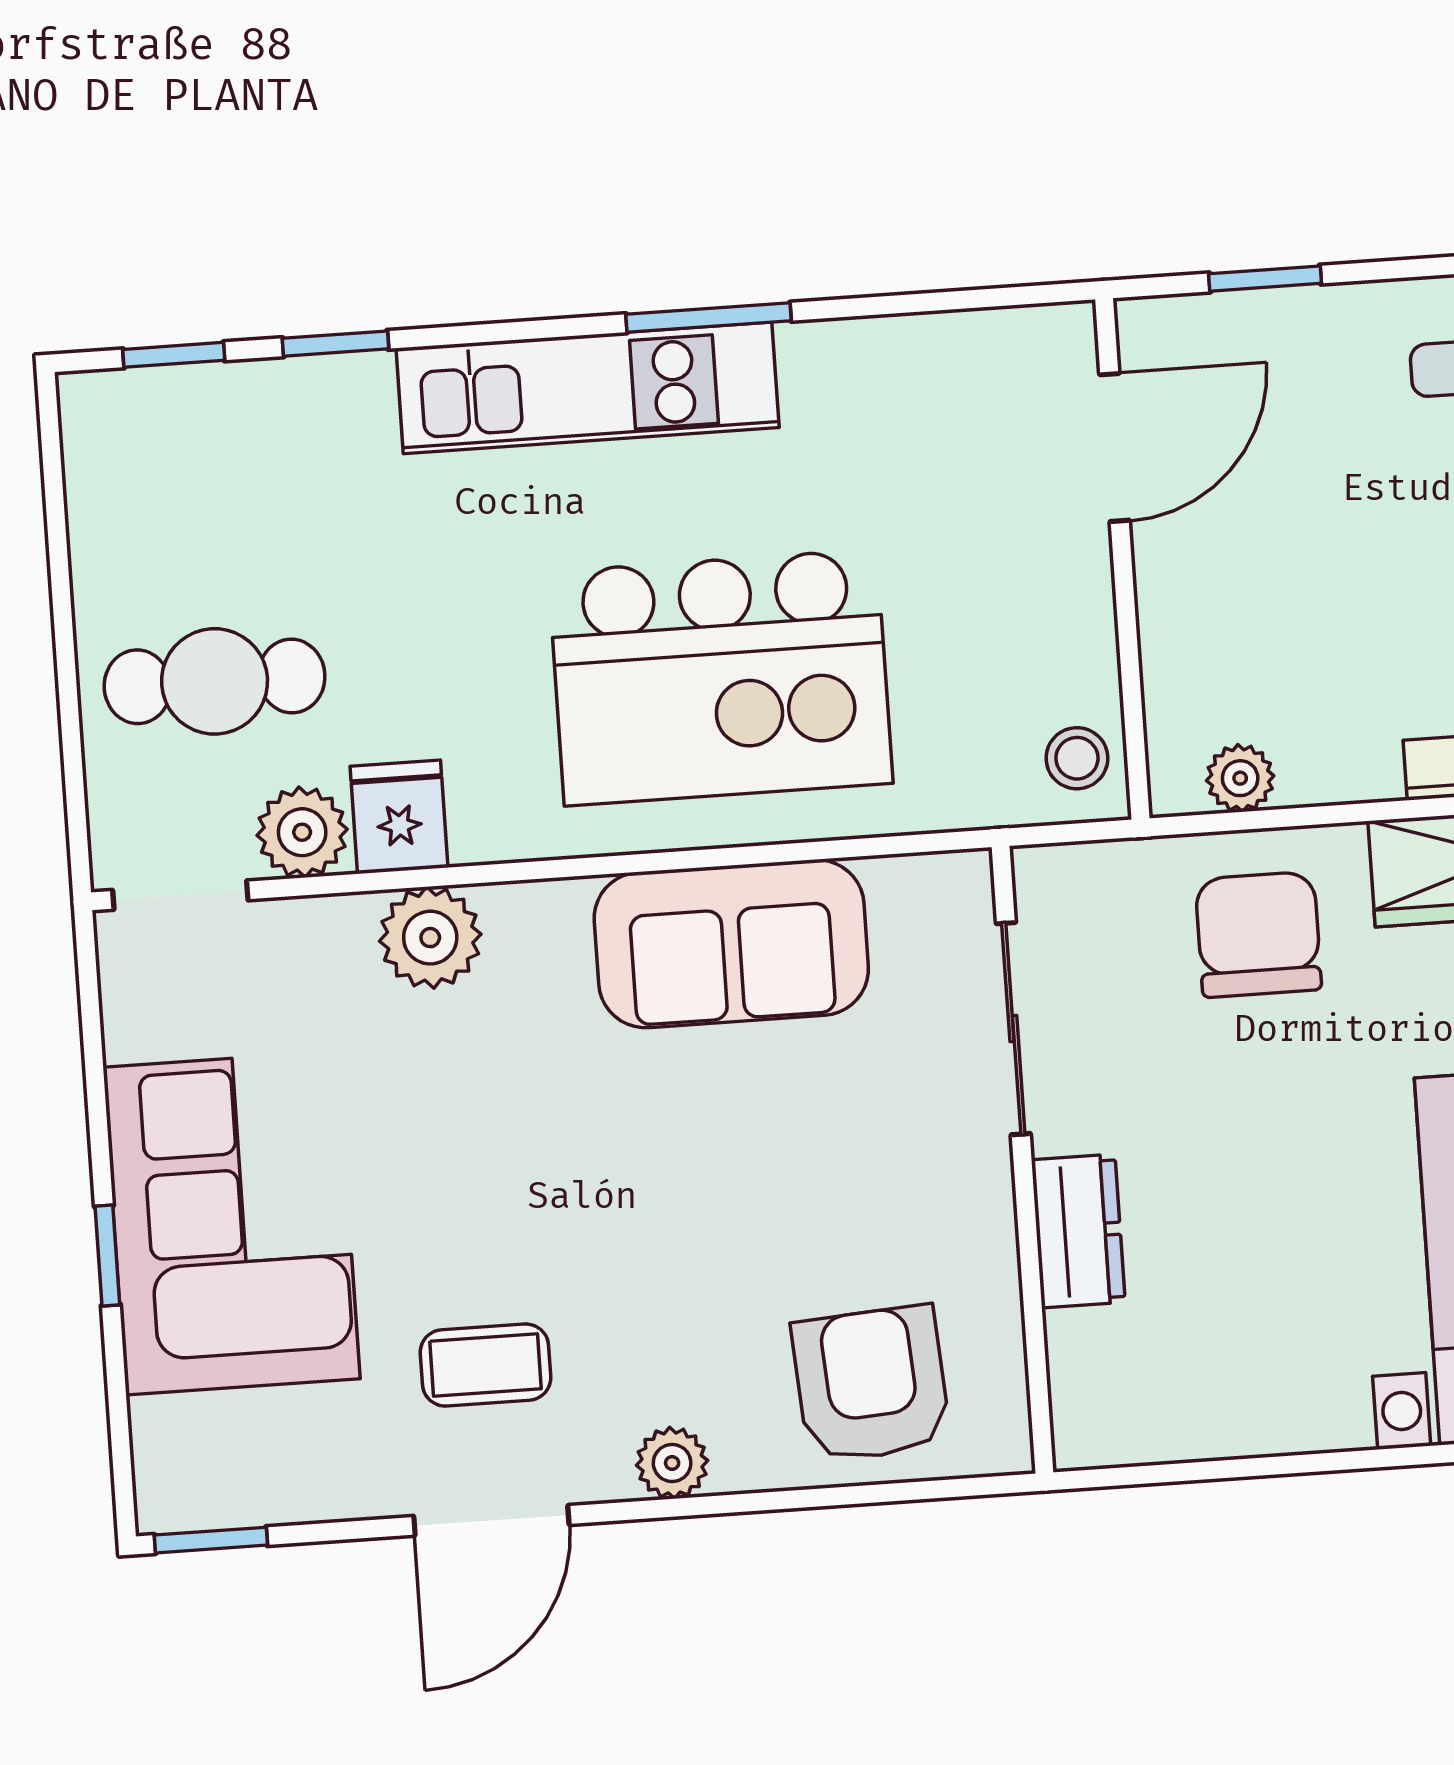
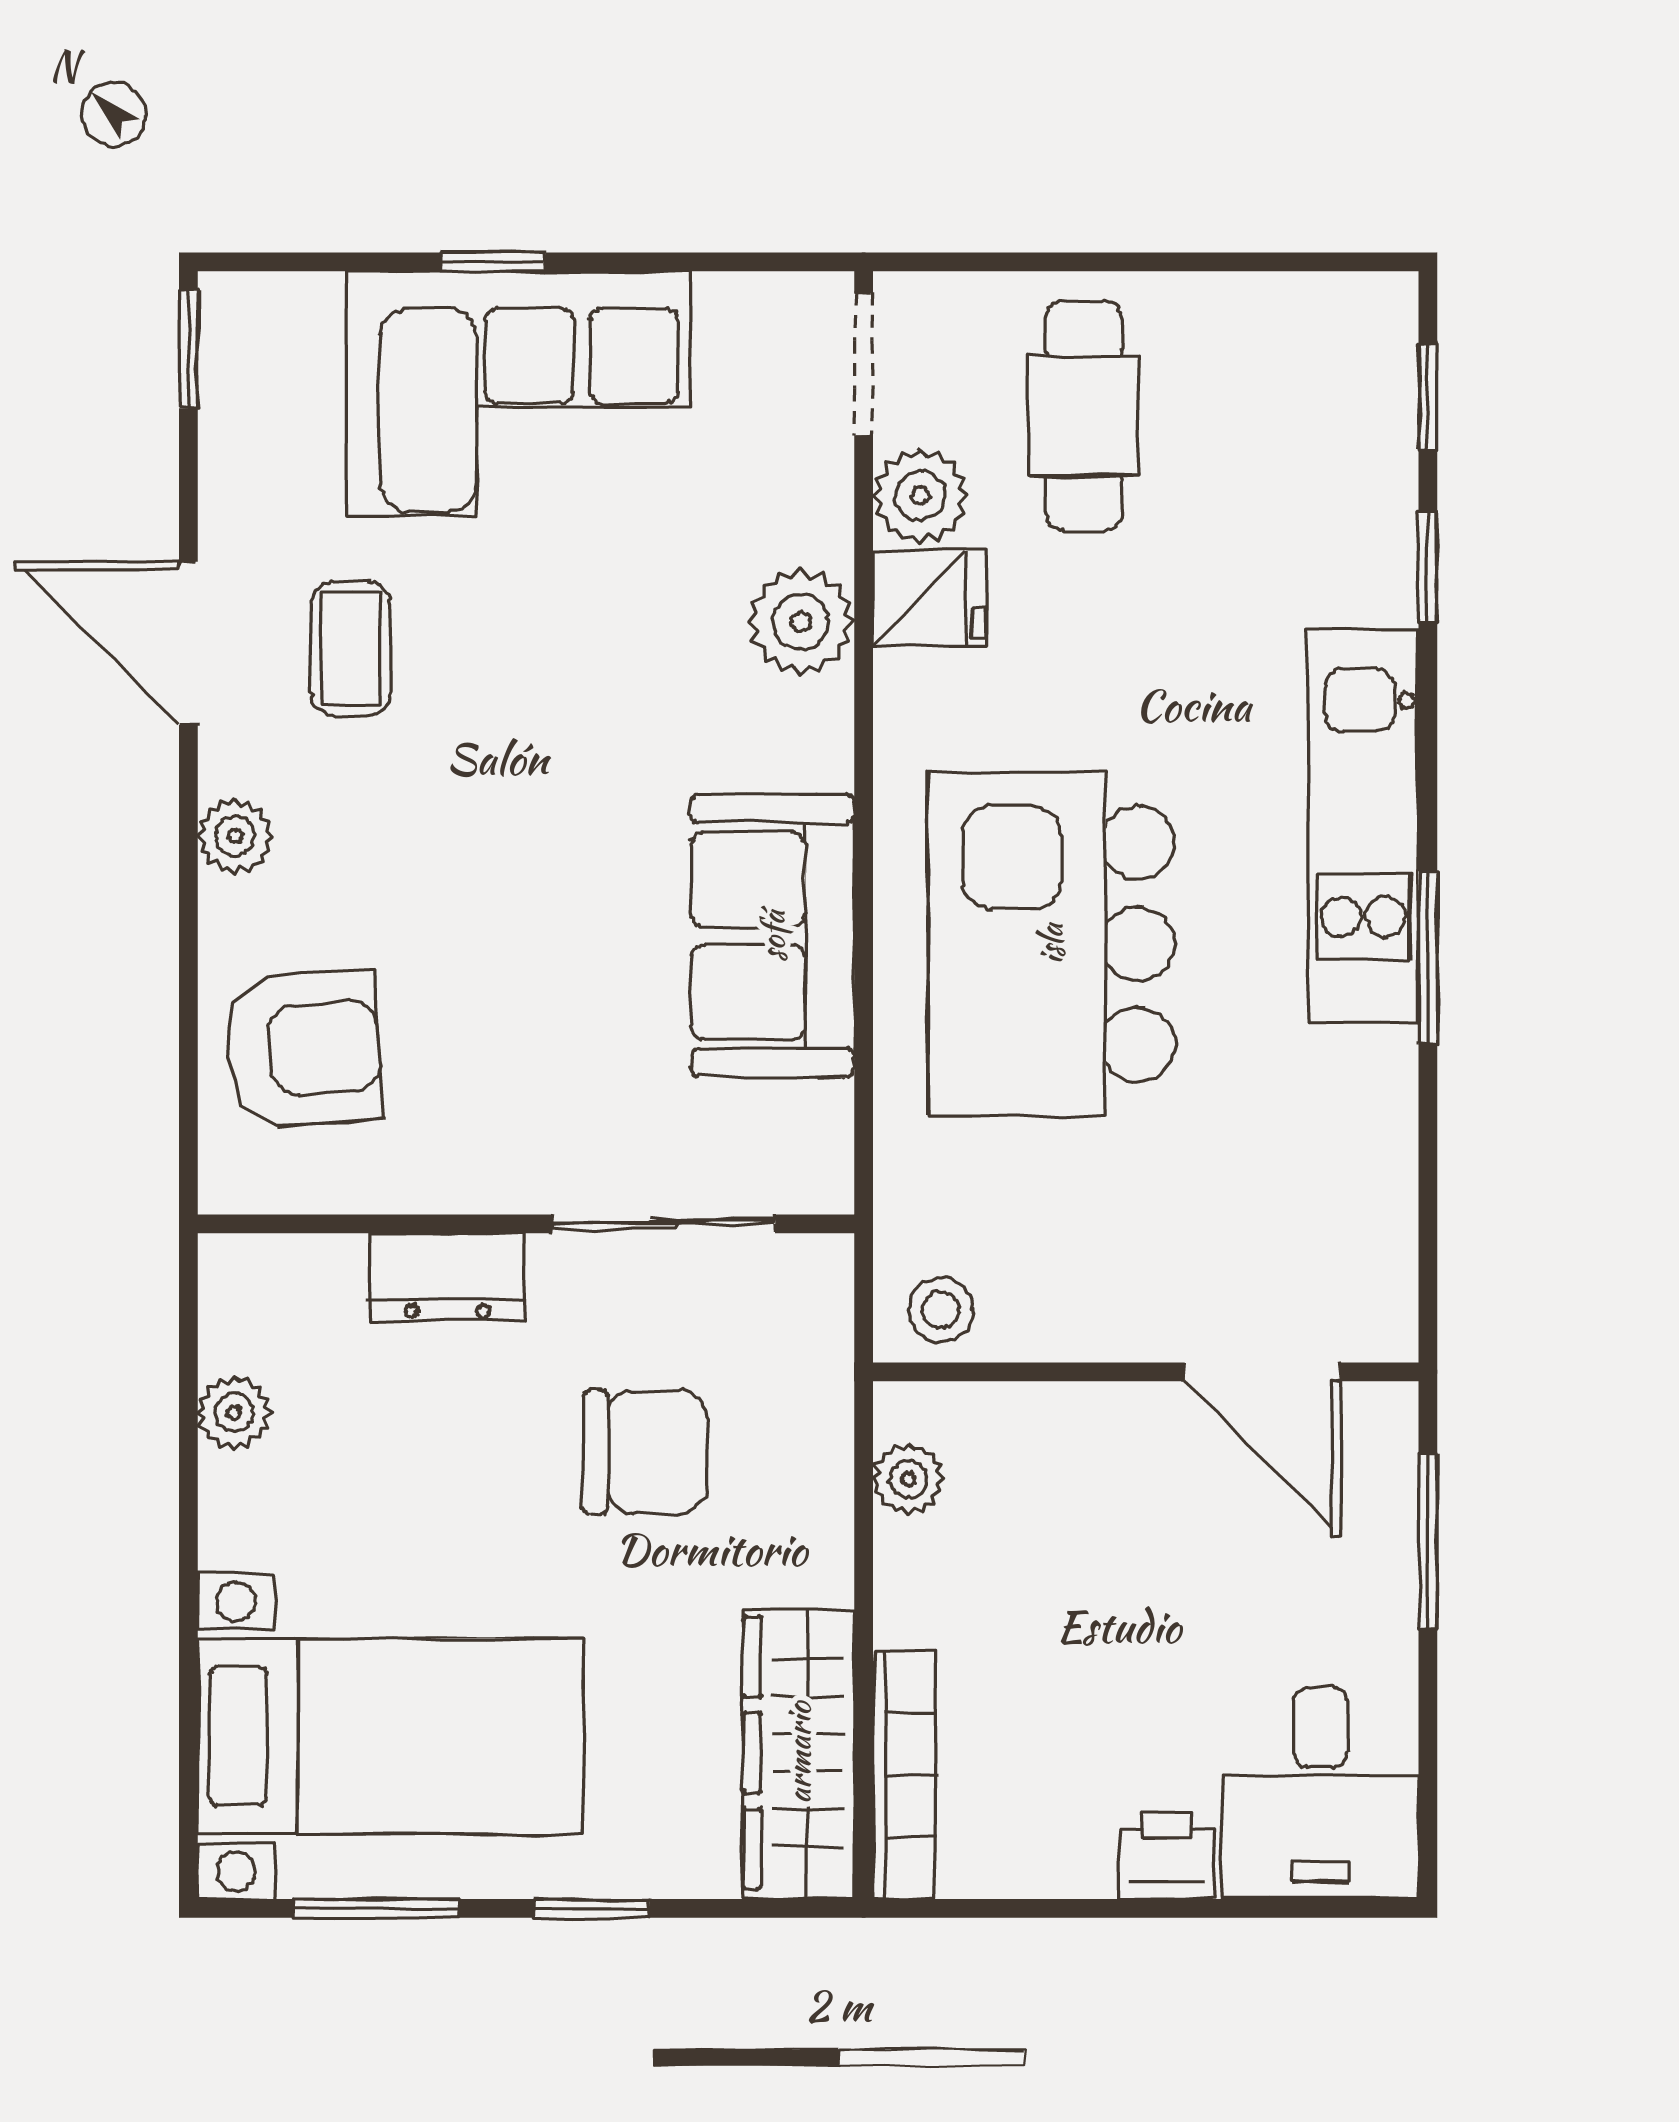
window: (1265, 279) -> (1428, 1541), width x1.50
chair: (1258, 934) -> (645, 1452), moved
plant: (1222, 1425) -> (234, 1413), added

